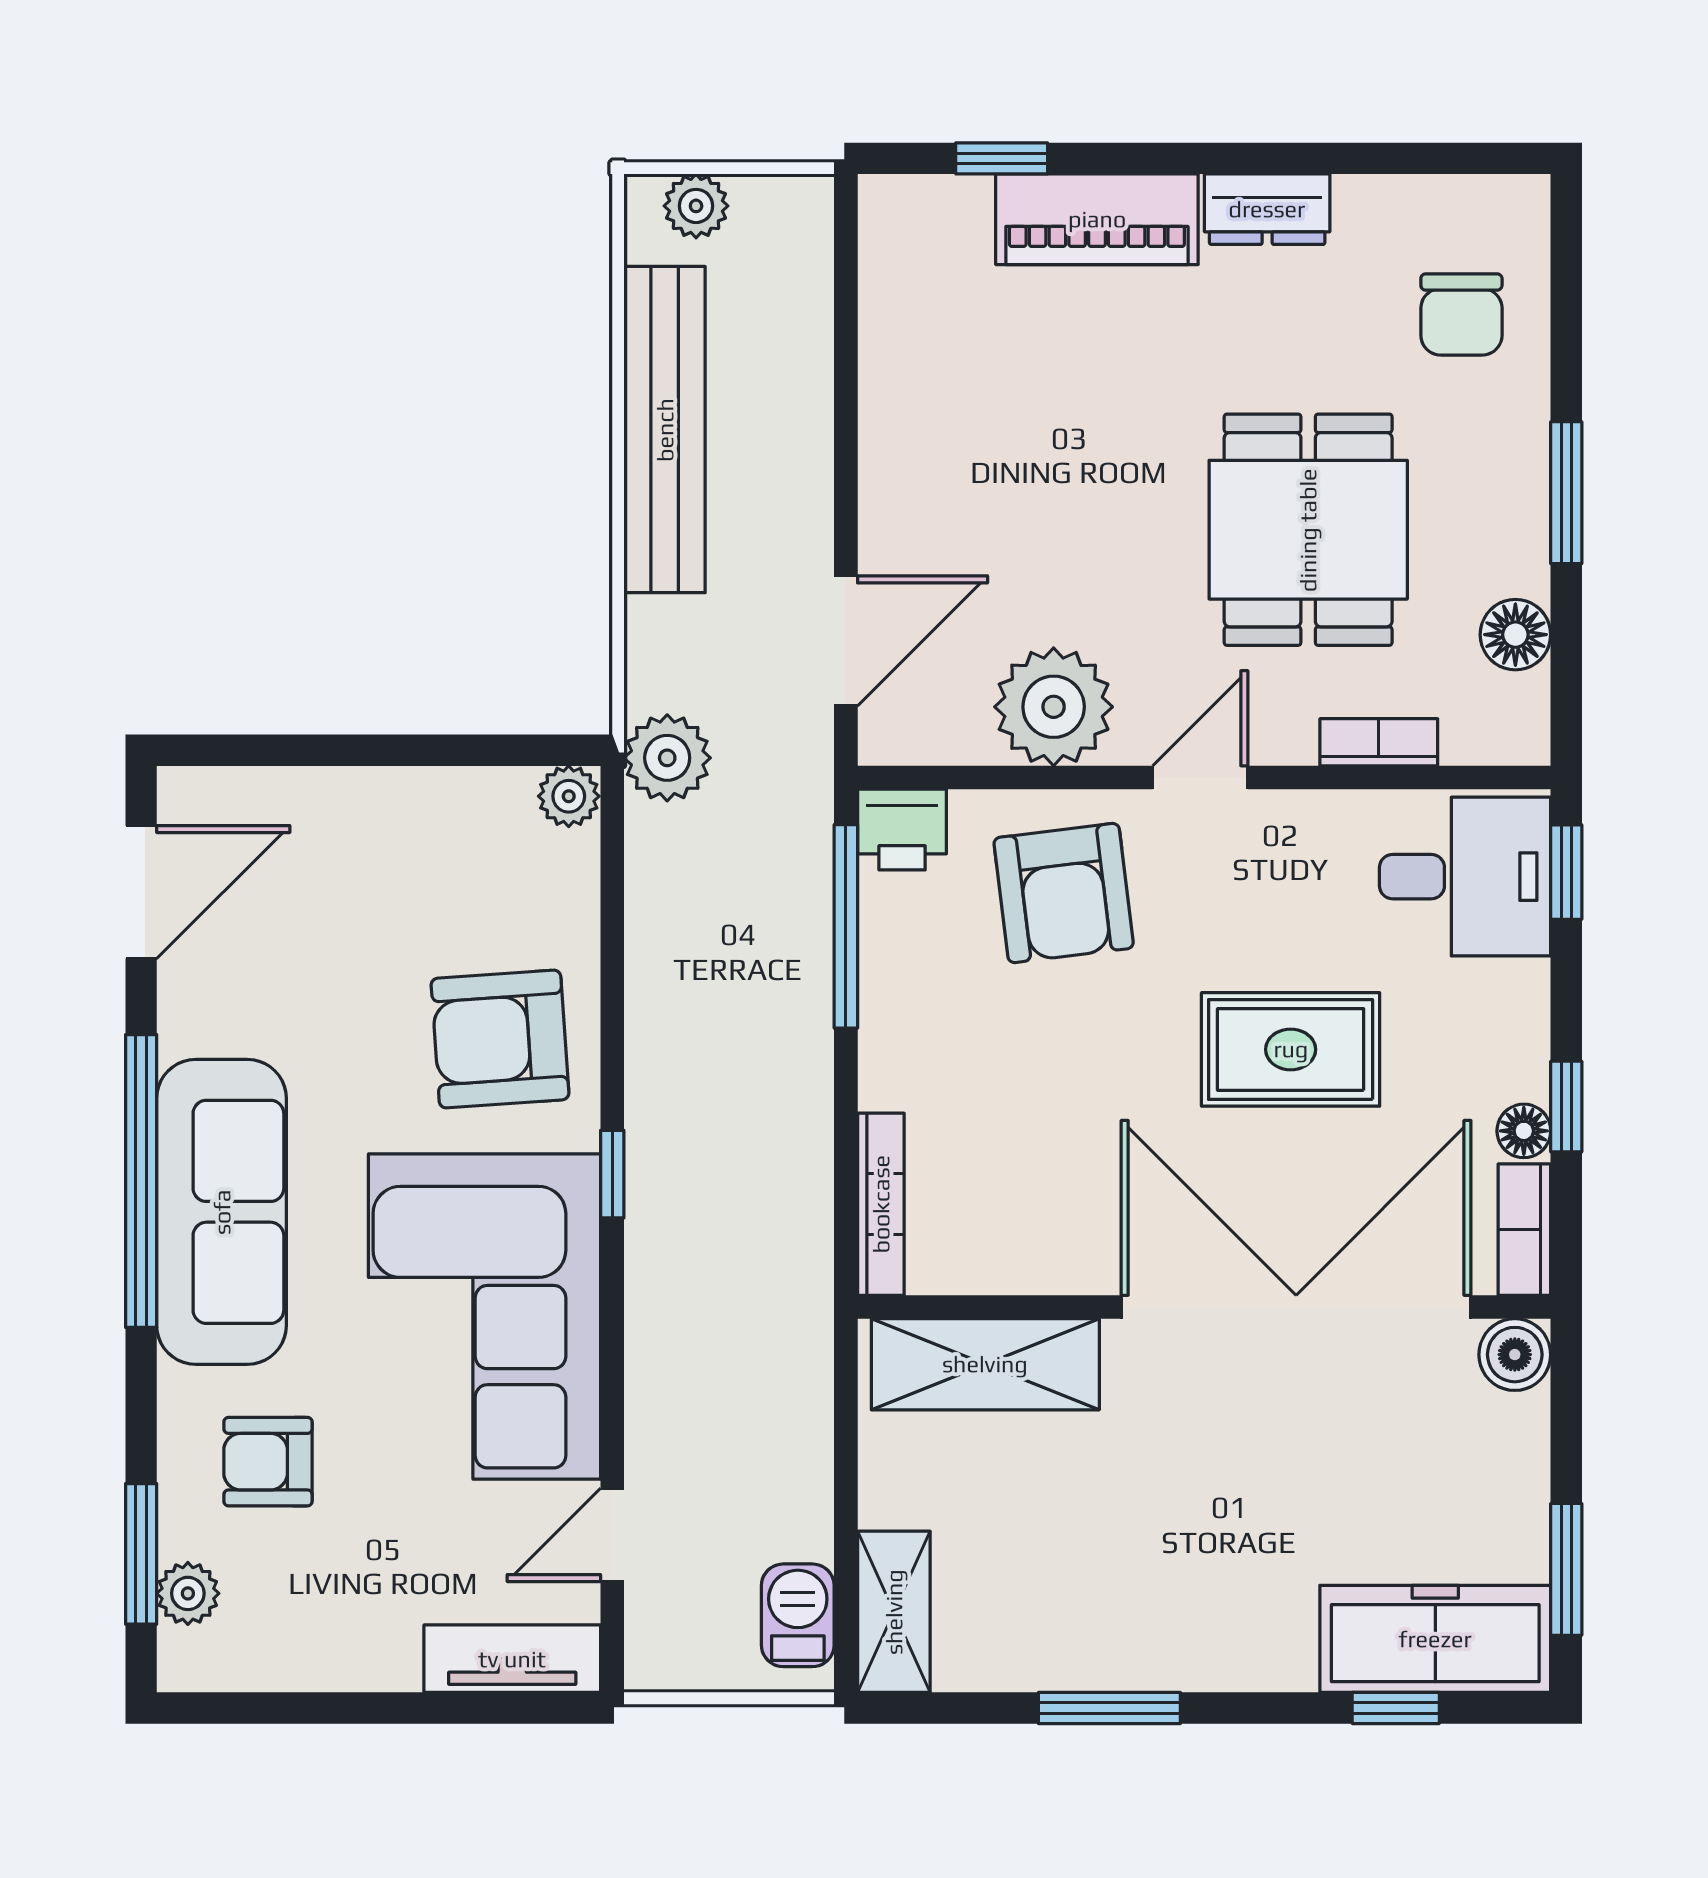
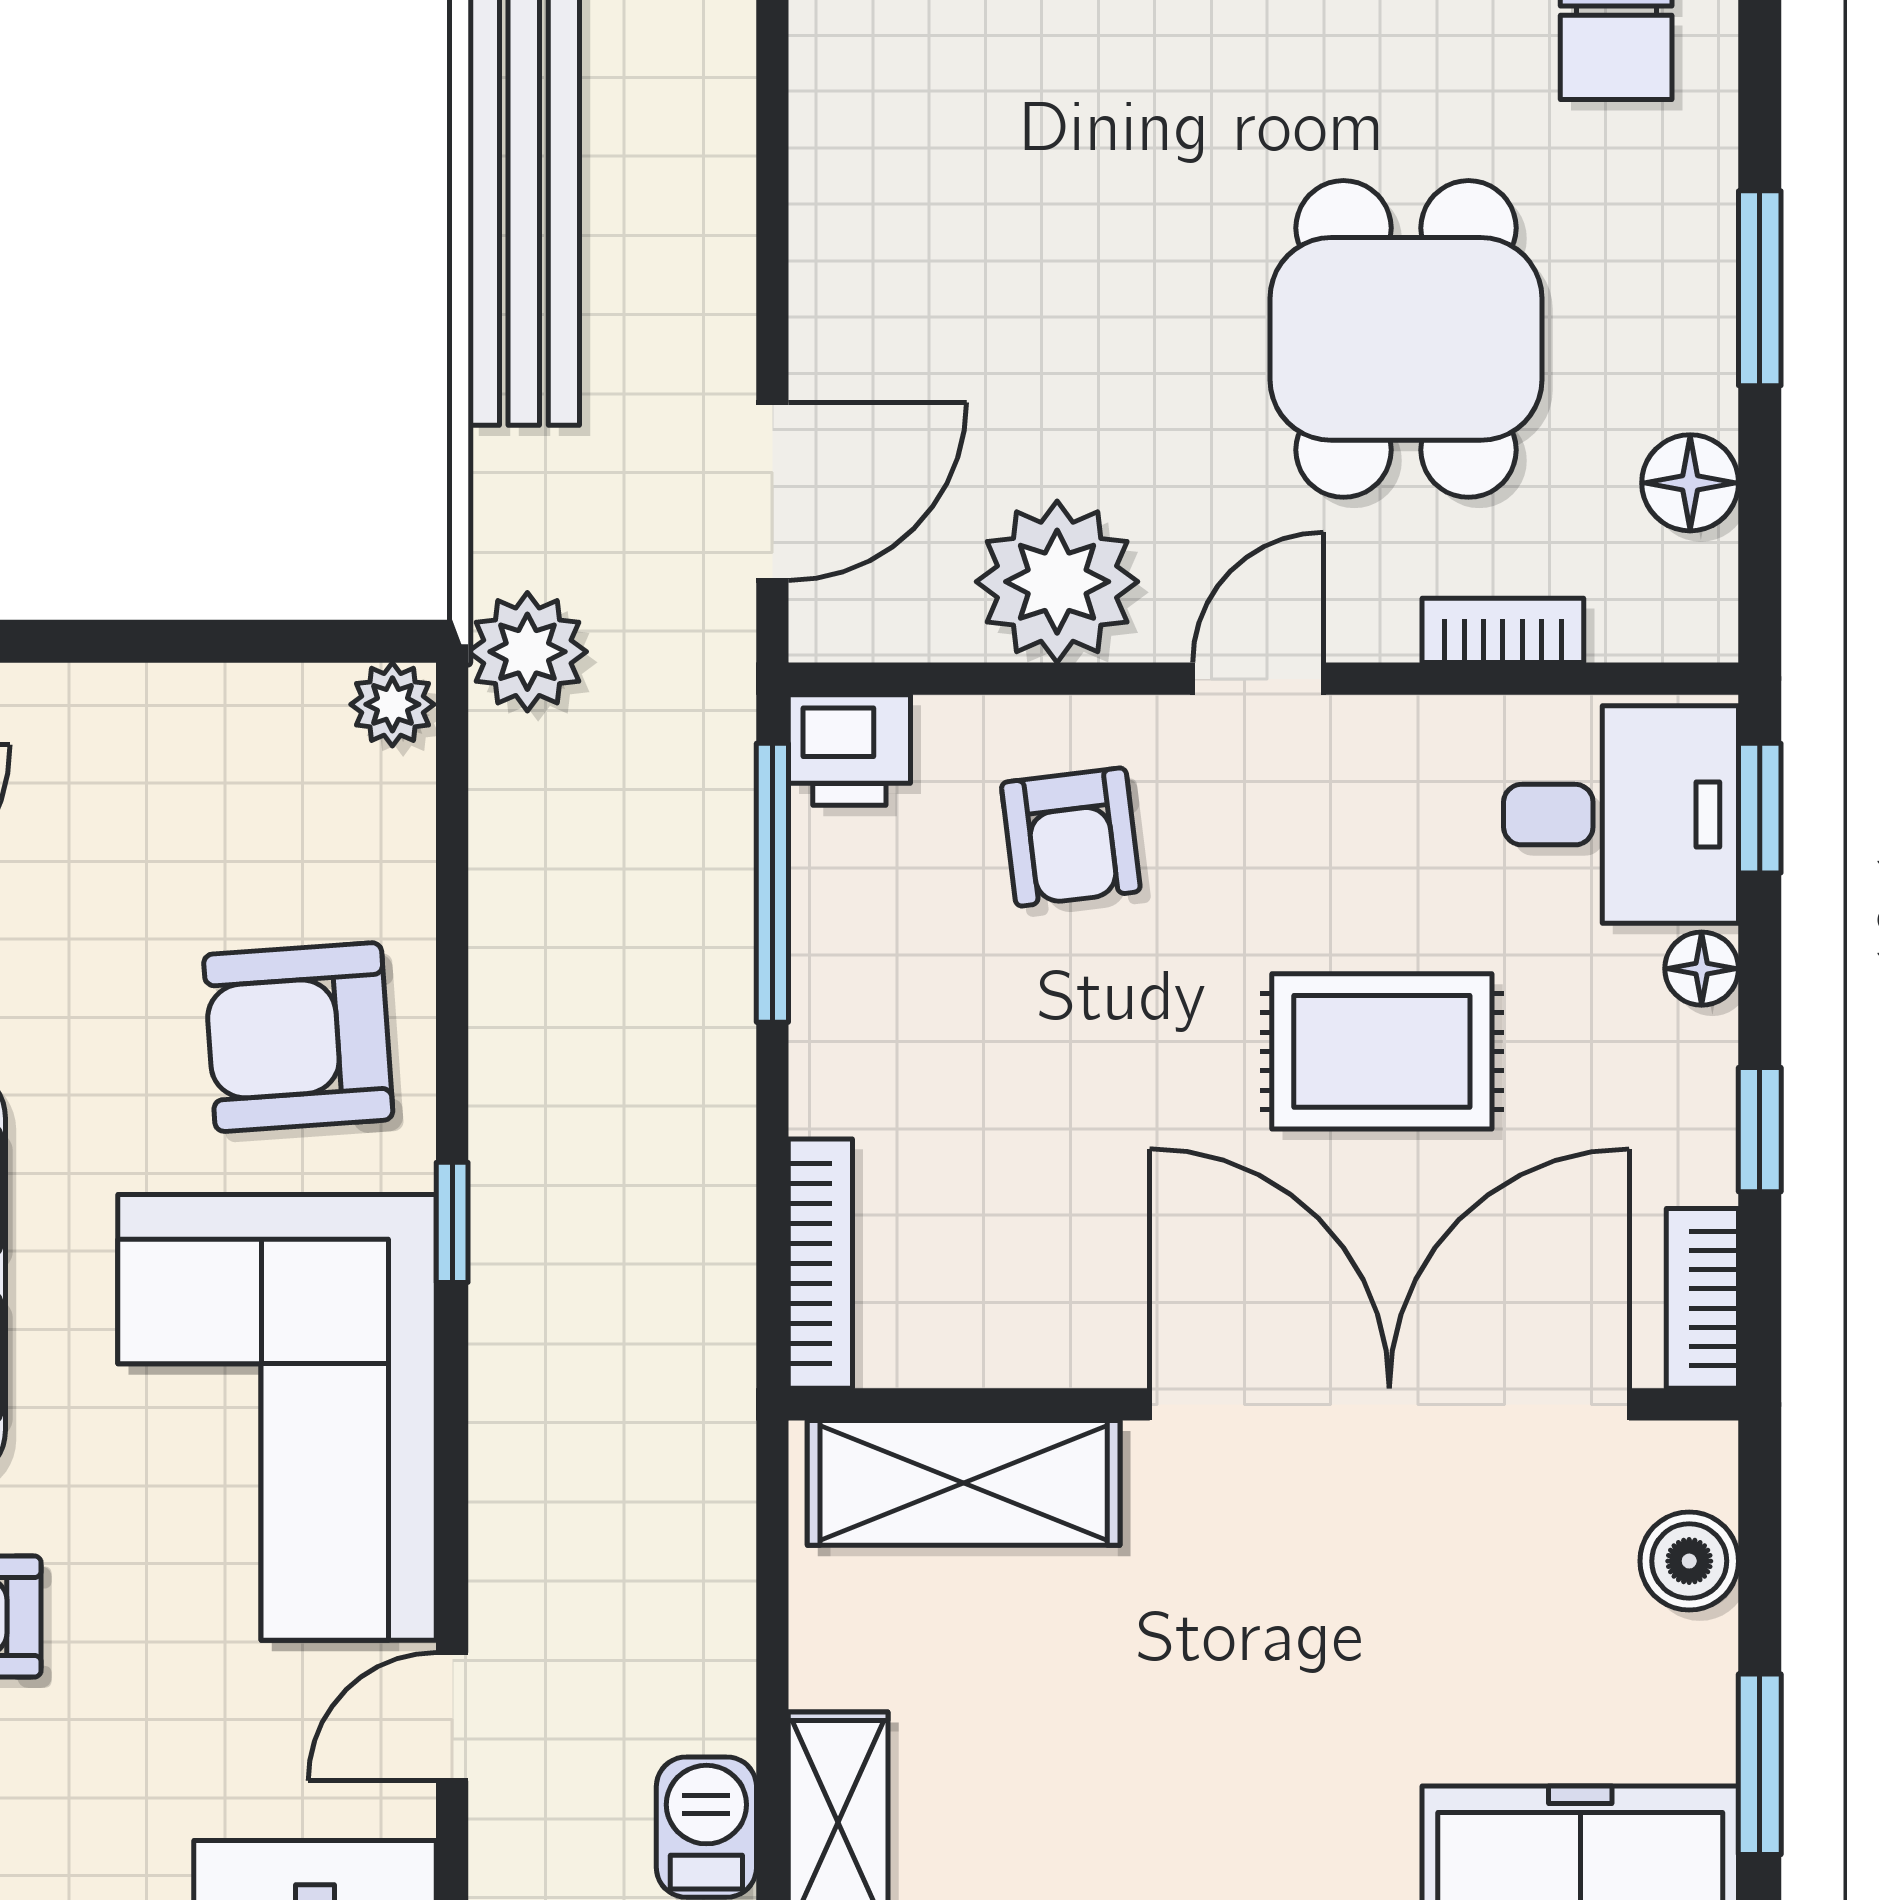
armchair: (1064, 893) -> (1071, 837), width x0.72, depth x0.72
floor lamp: (1524, 1131) -> (1702, 969), moved
boiler: (1515, 1355) -> (1689, 1561), moved

